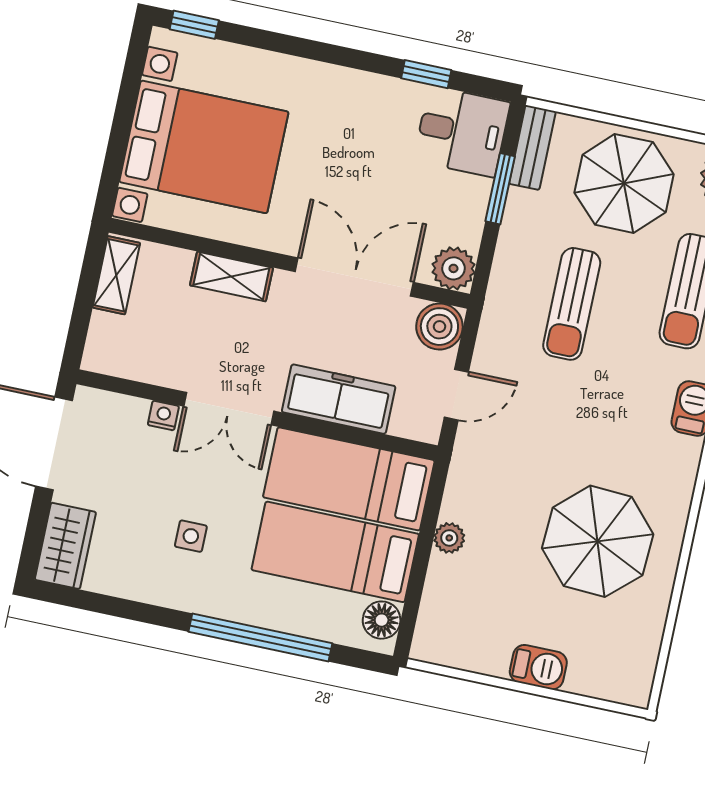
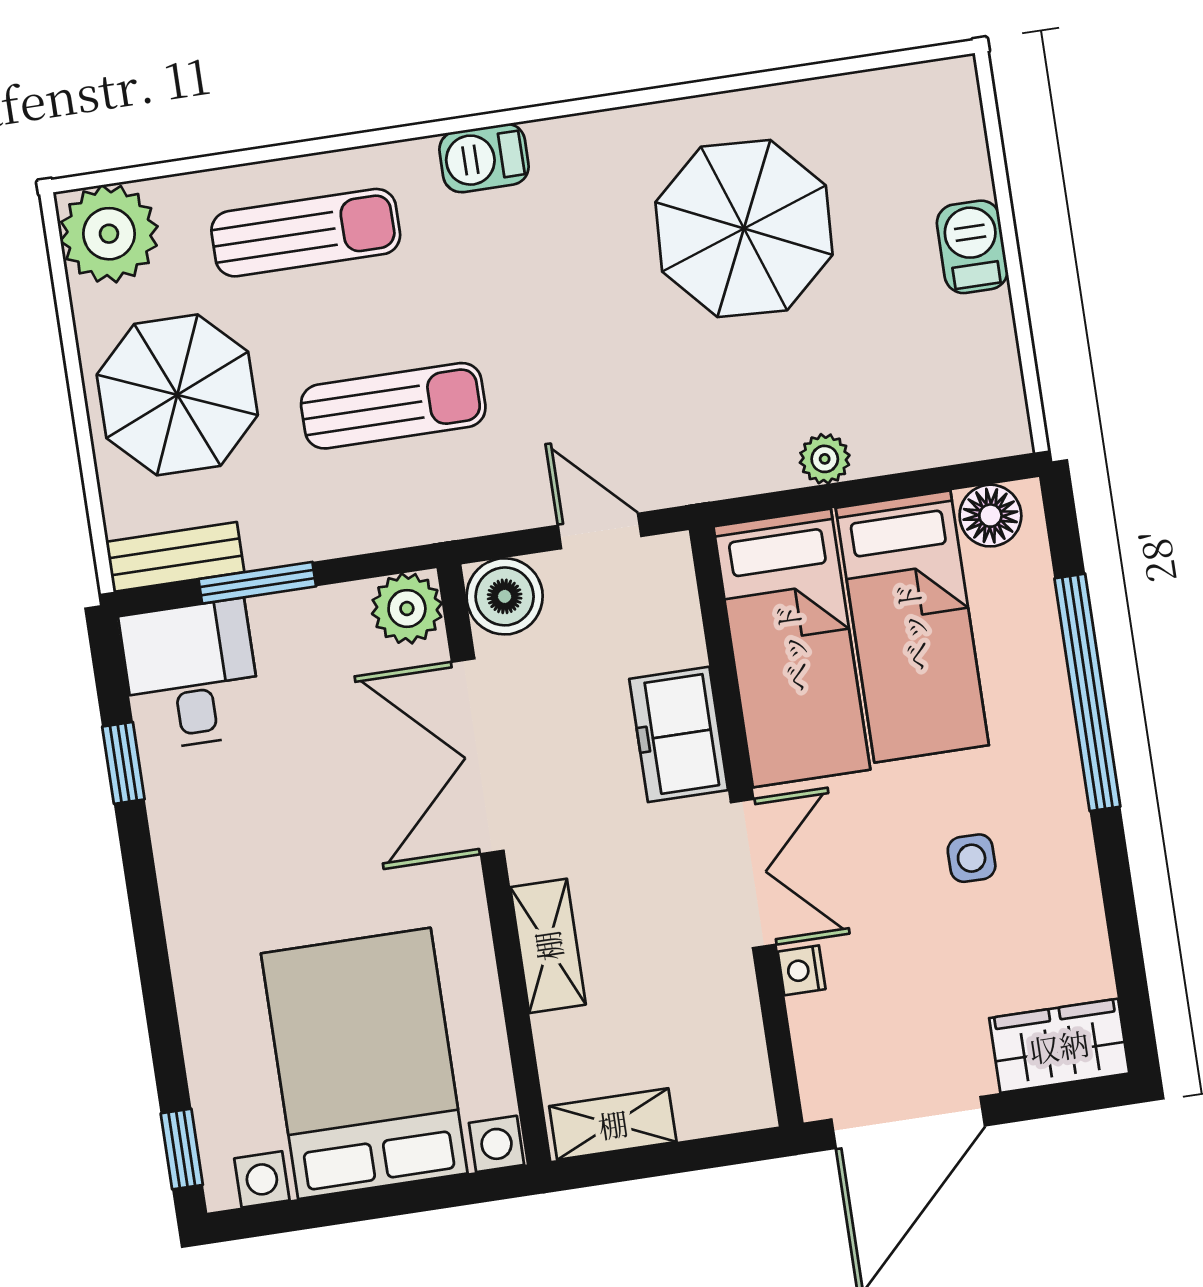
freezer: (339, 399) -> (679, 734), width x0.71

